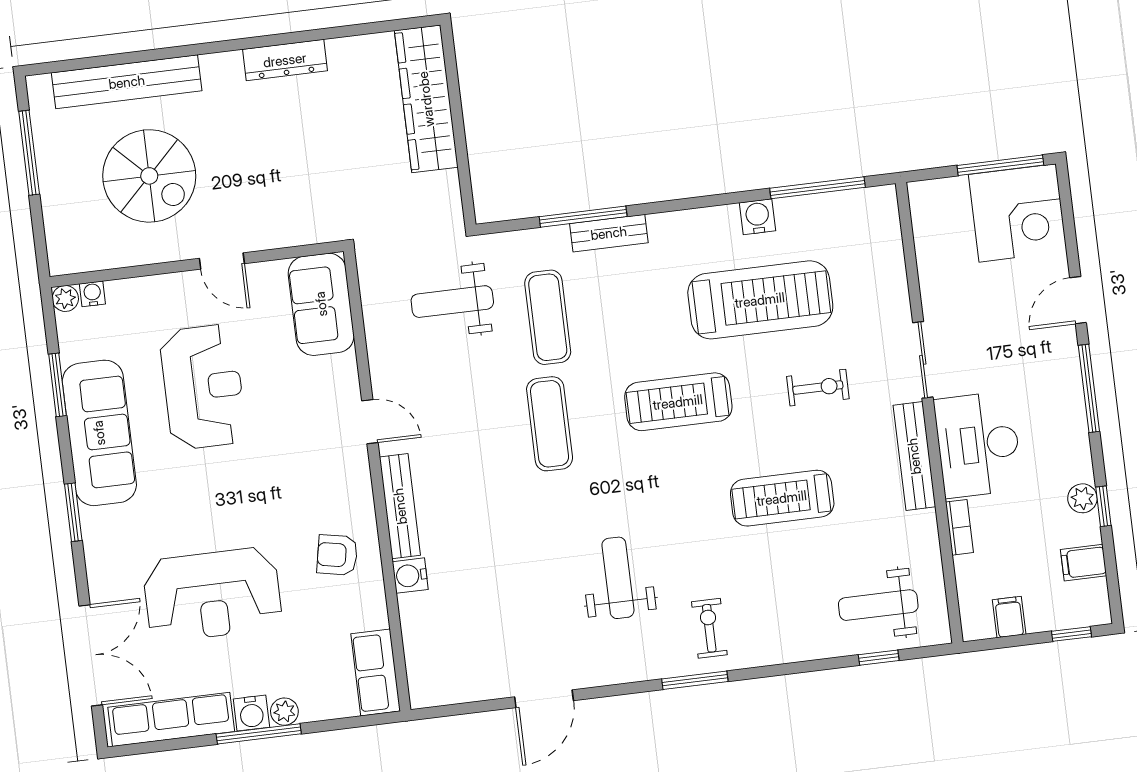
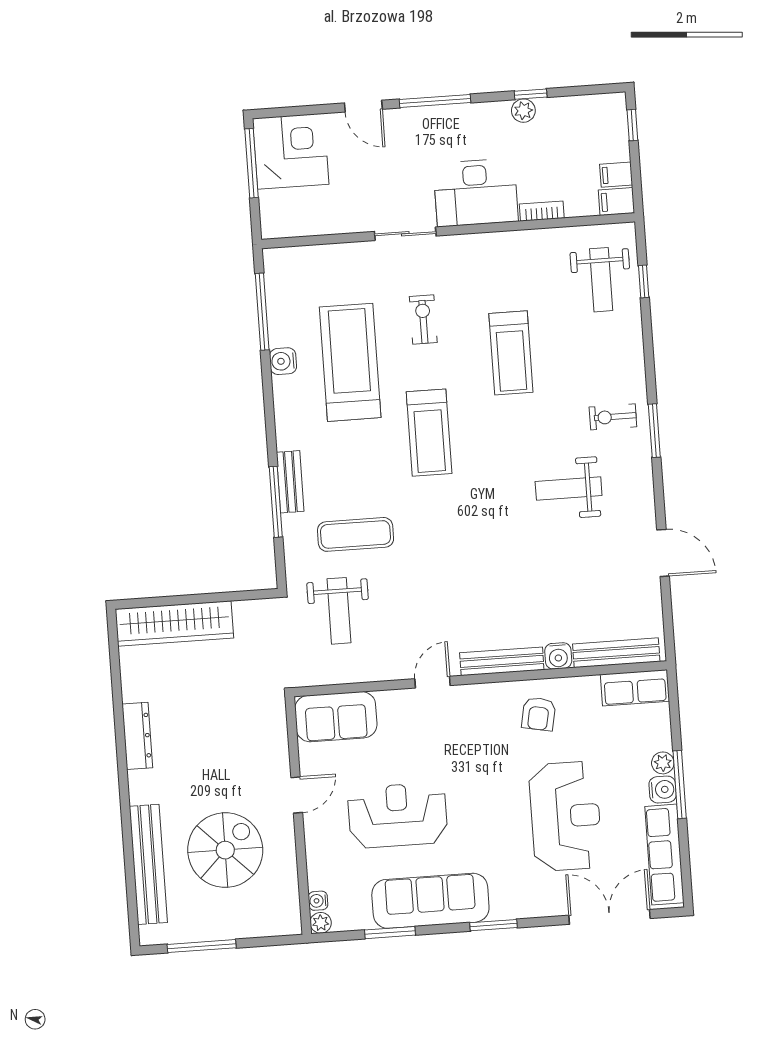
exercise mat: (550, 424) -> (442, 537), removed
bench: (914, 456) -> (616, 653), moved
filing cabinet: (1084, 563) -> (616, 201), moved, turned 90

